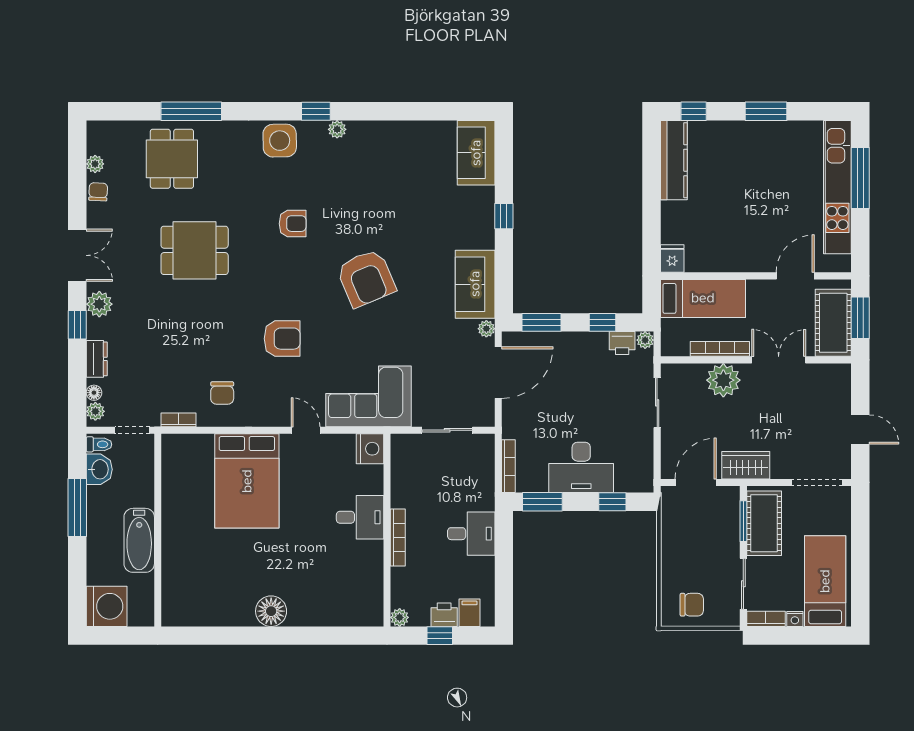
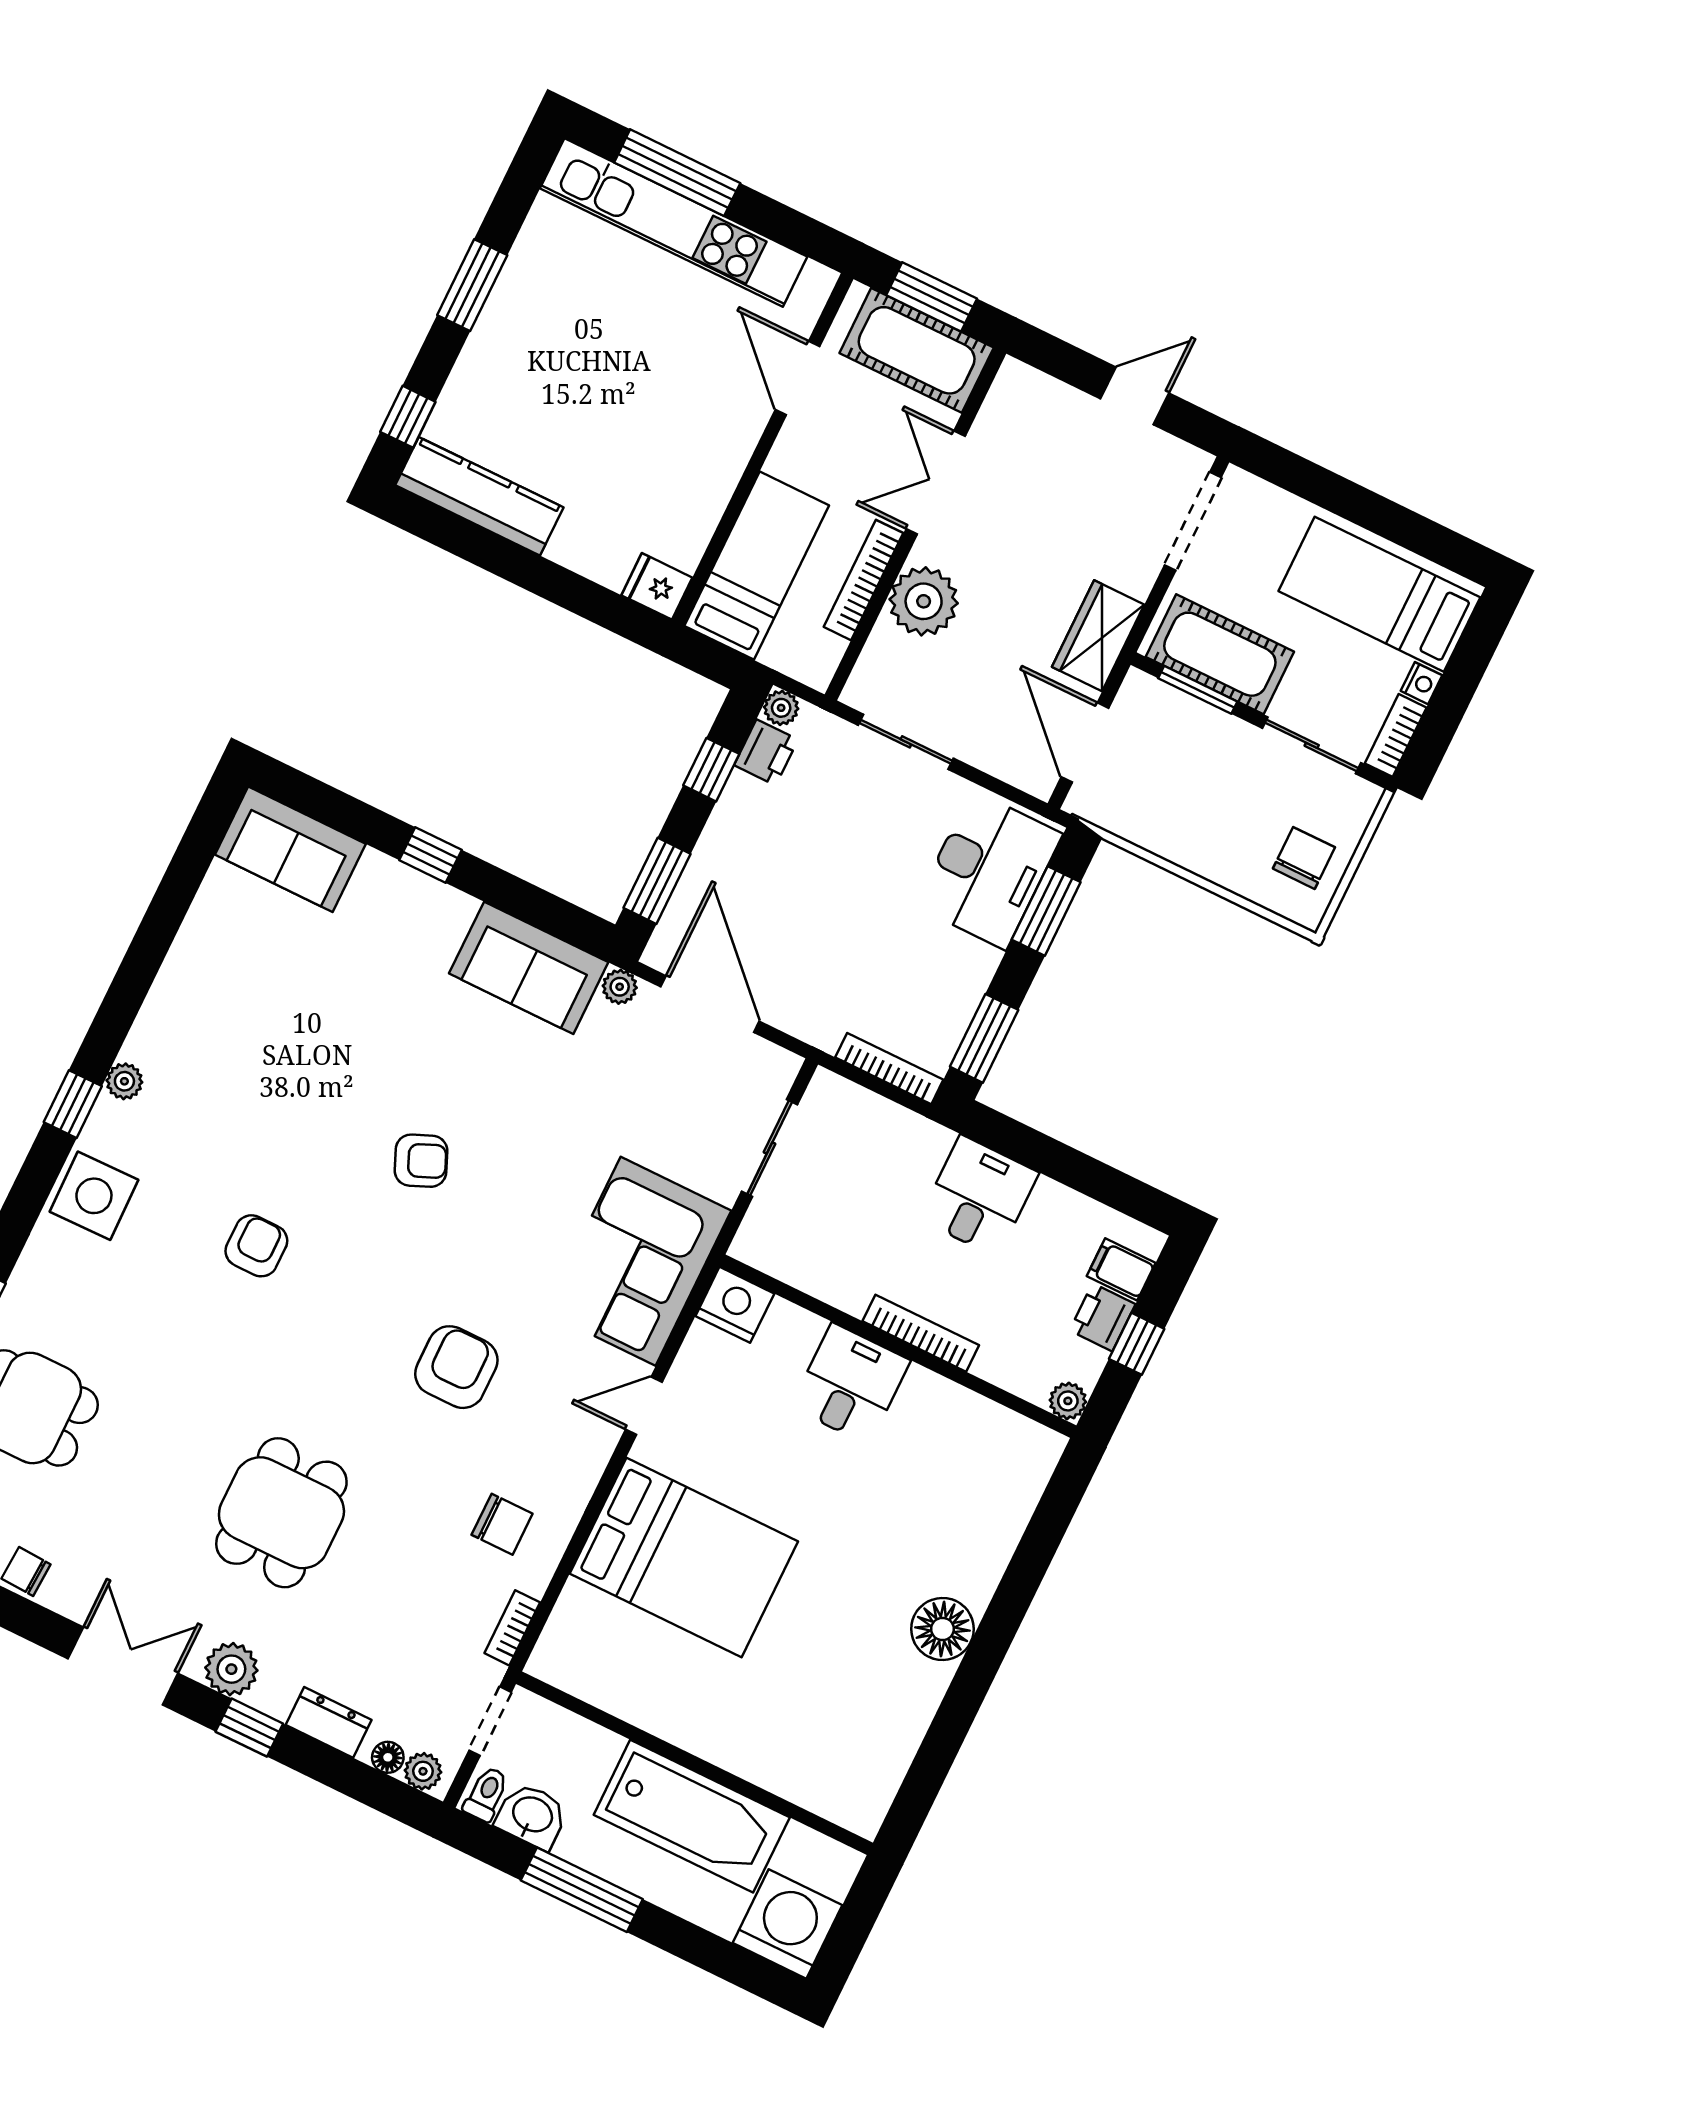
dining table: (195, 250) -> (281, 1513), moved
armchair: (366, 278) -> (421, 1161), width x0.53, depth x0.53
desk: (581, 467) -> (989, 870), moved
window: (612, 502) -> (1046, 911), width x1.50
bathtub: (139, 540) -> (692, 1816), width x1.36, depth x1.36

